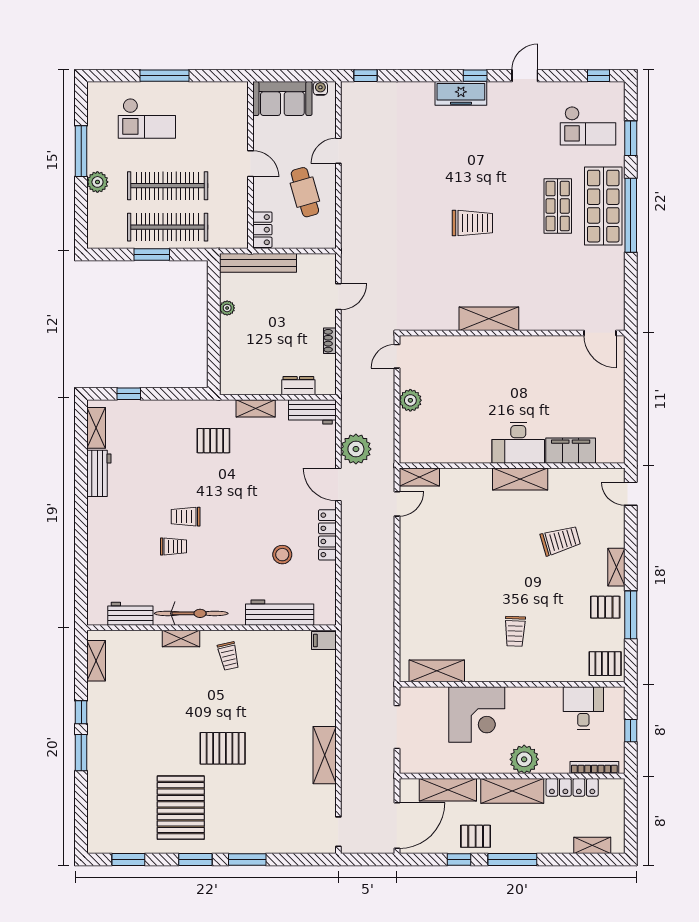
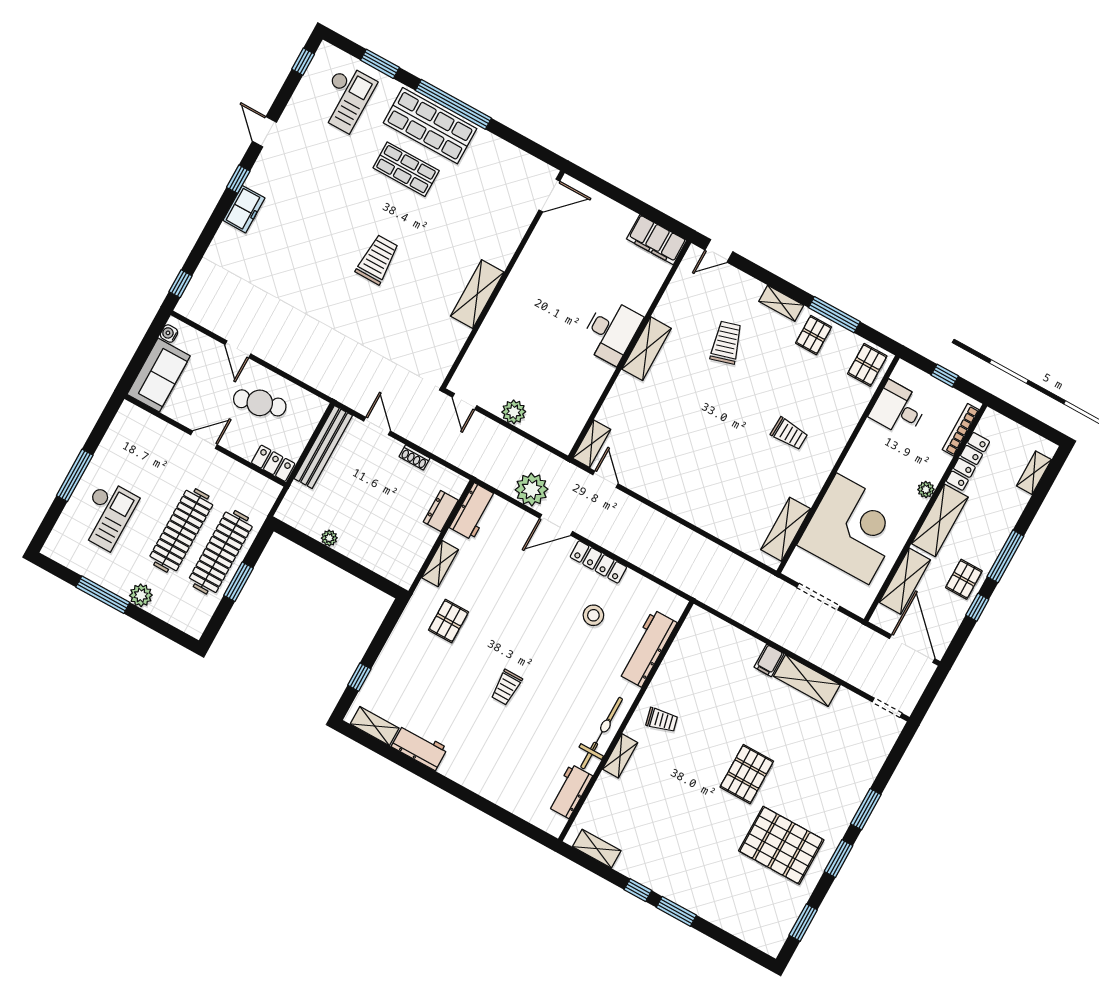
freezer: (461, 93) -> (244, 209), width x0.71
bench: (258, 263) -> (323, 447), moved
filing cabinet: (571, 451) -> (657, 240), moved, turned -90
trolley: (173, 546) -> (528, 715), removed
filing cabinet: (324, 641) -> (769, 660), moved
corner desk: (477, 715) -> (853, 529), width x1.36, depth x1.36
plant: (524, 759) -> (926, 490), width x0.53, depth x0.53

